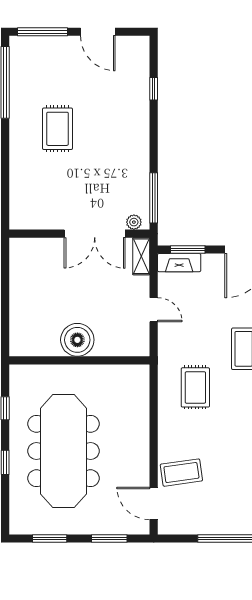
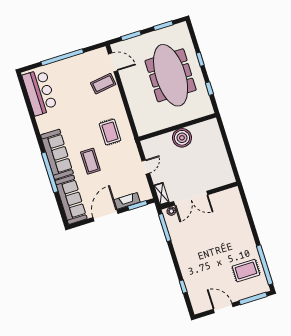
rug: (58, 129) -> (246, 271), moved, turned 90
double door: (95, 234) -> (191, 198), swing flipped
fireplace: (179, 263) -> (127, 201), moved
door: (154, 310) -> (146, 167), swing flipped

